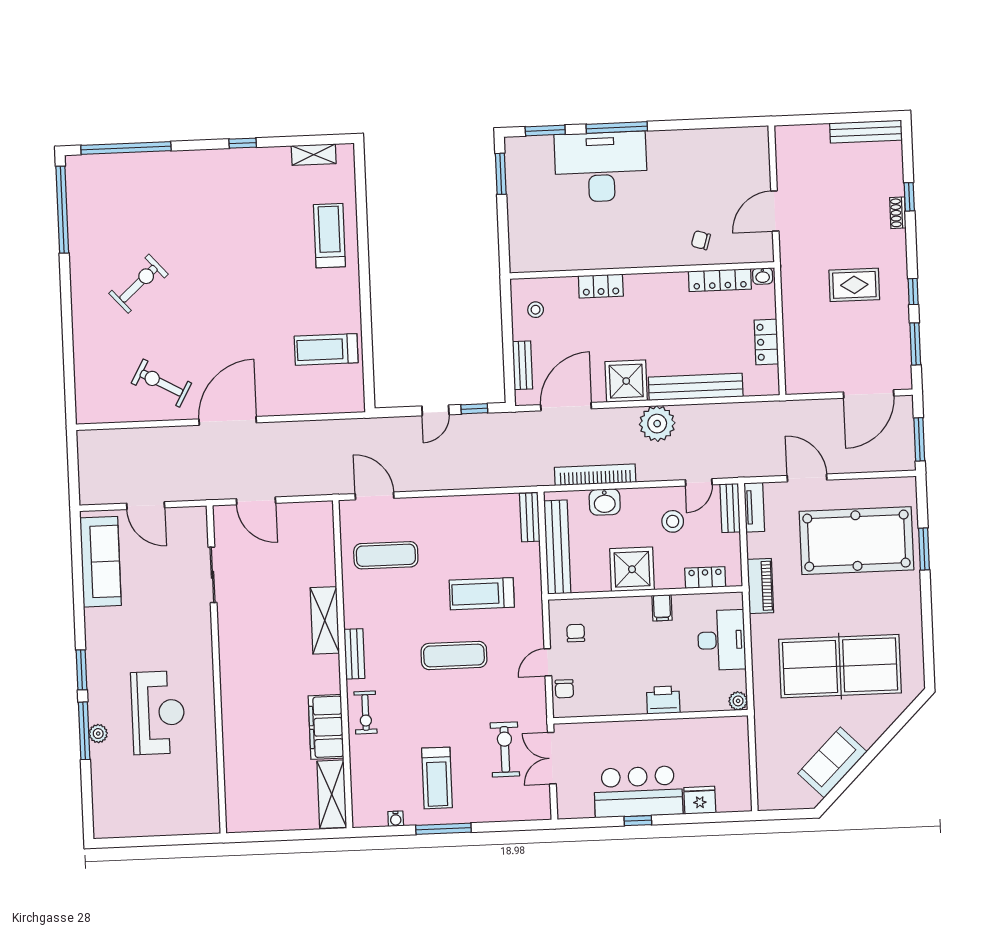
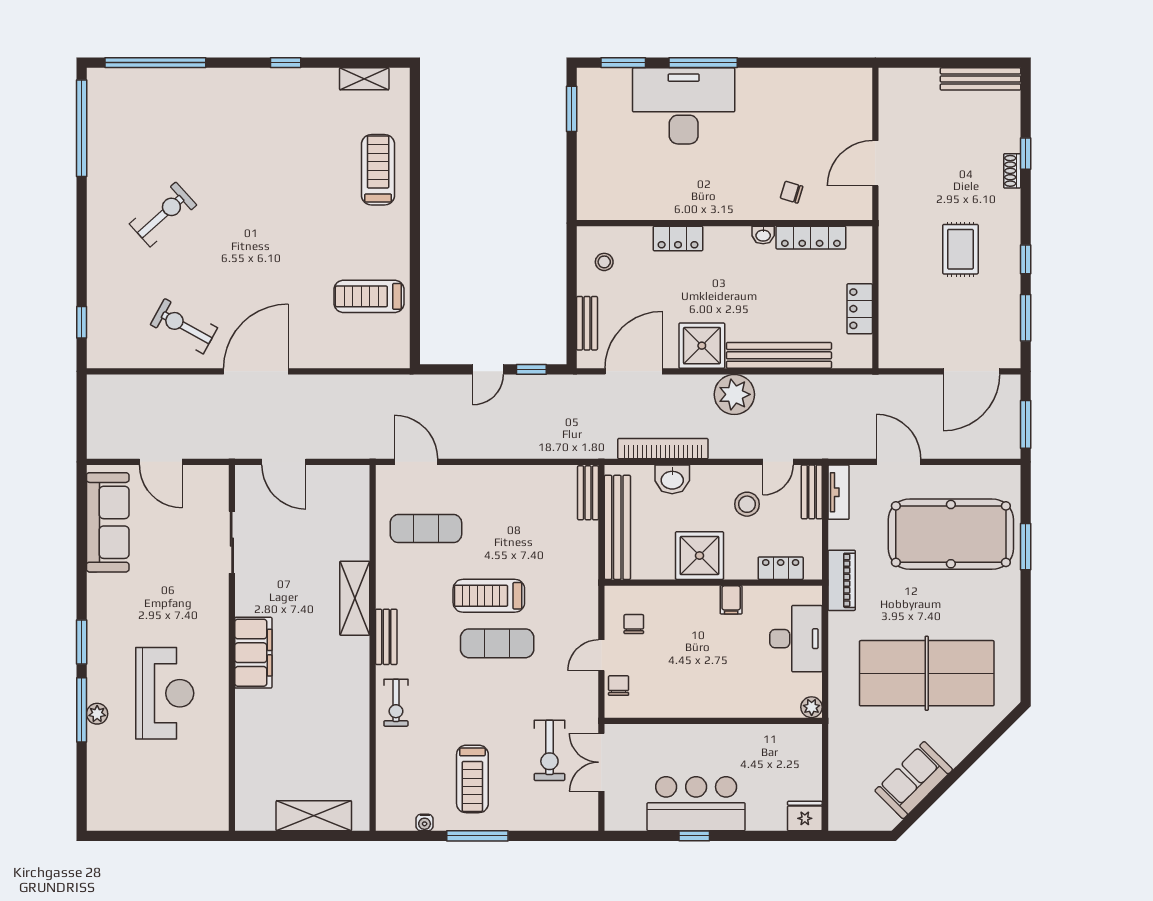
washbasin: (763, 276) -> (763, 235), moved
rug: (854, 285) -> (960, 249), turned 90
window: (70, 383) -> (82, 322), added
treadmill: (482, 594) -> (489, 596), moved
chair: (564, 689) -> (619, 686), turned 180
printer: (663, 700) -> (728, 703), removed
filing cabinet: (326, 727) -> (253, 653), moved, turned 180
exercise bike: (505, 749) -> (549, 750), turned 180
shelving: (332, 794) -> (314, 816), moved, turned 90
fridge: (700, 800) -> (805, 816), moved

